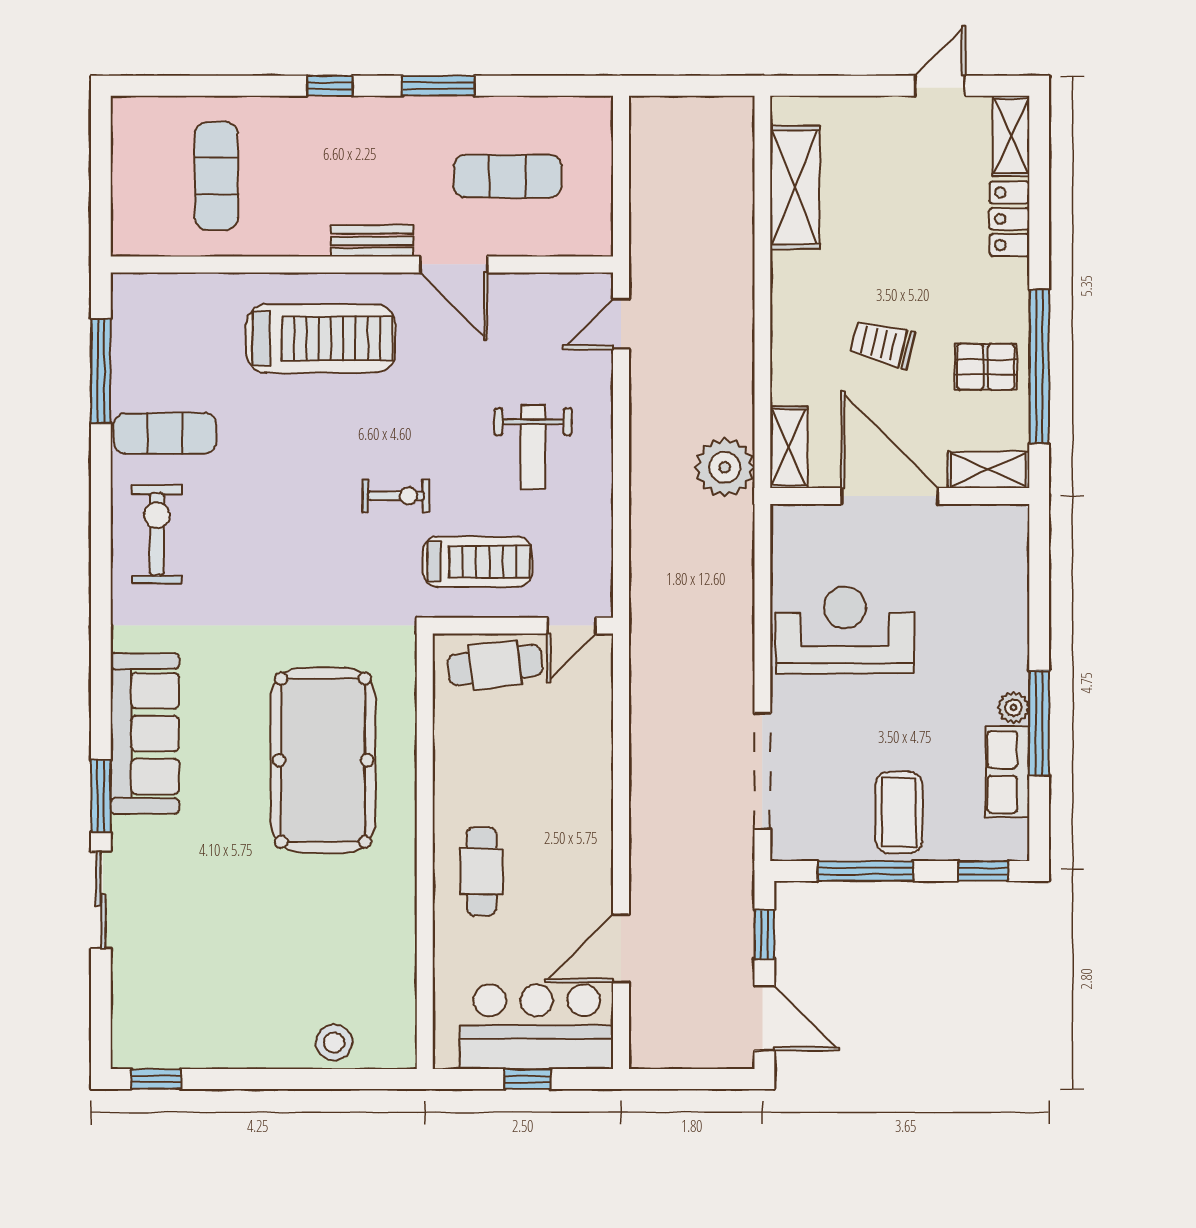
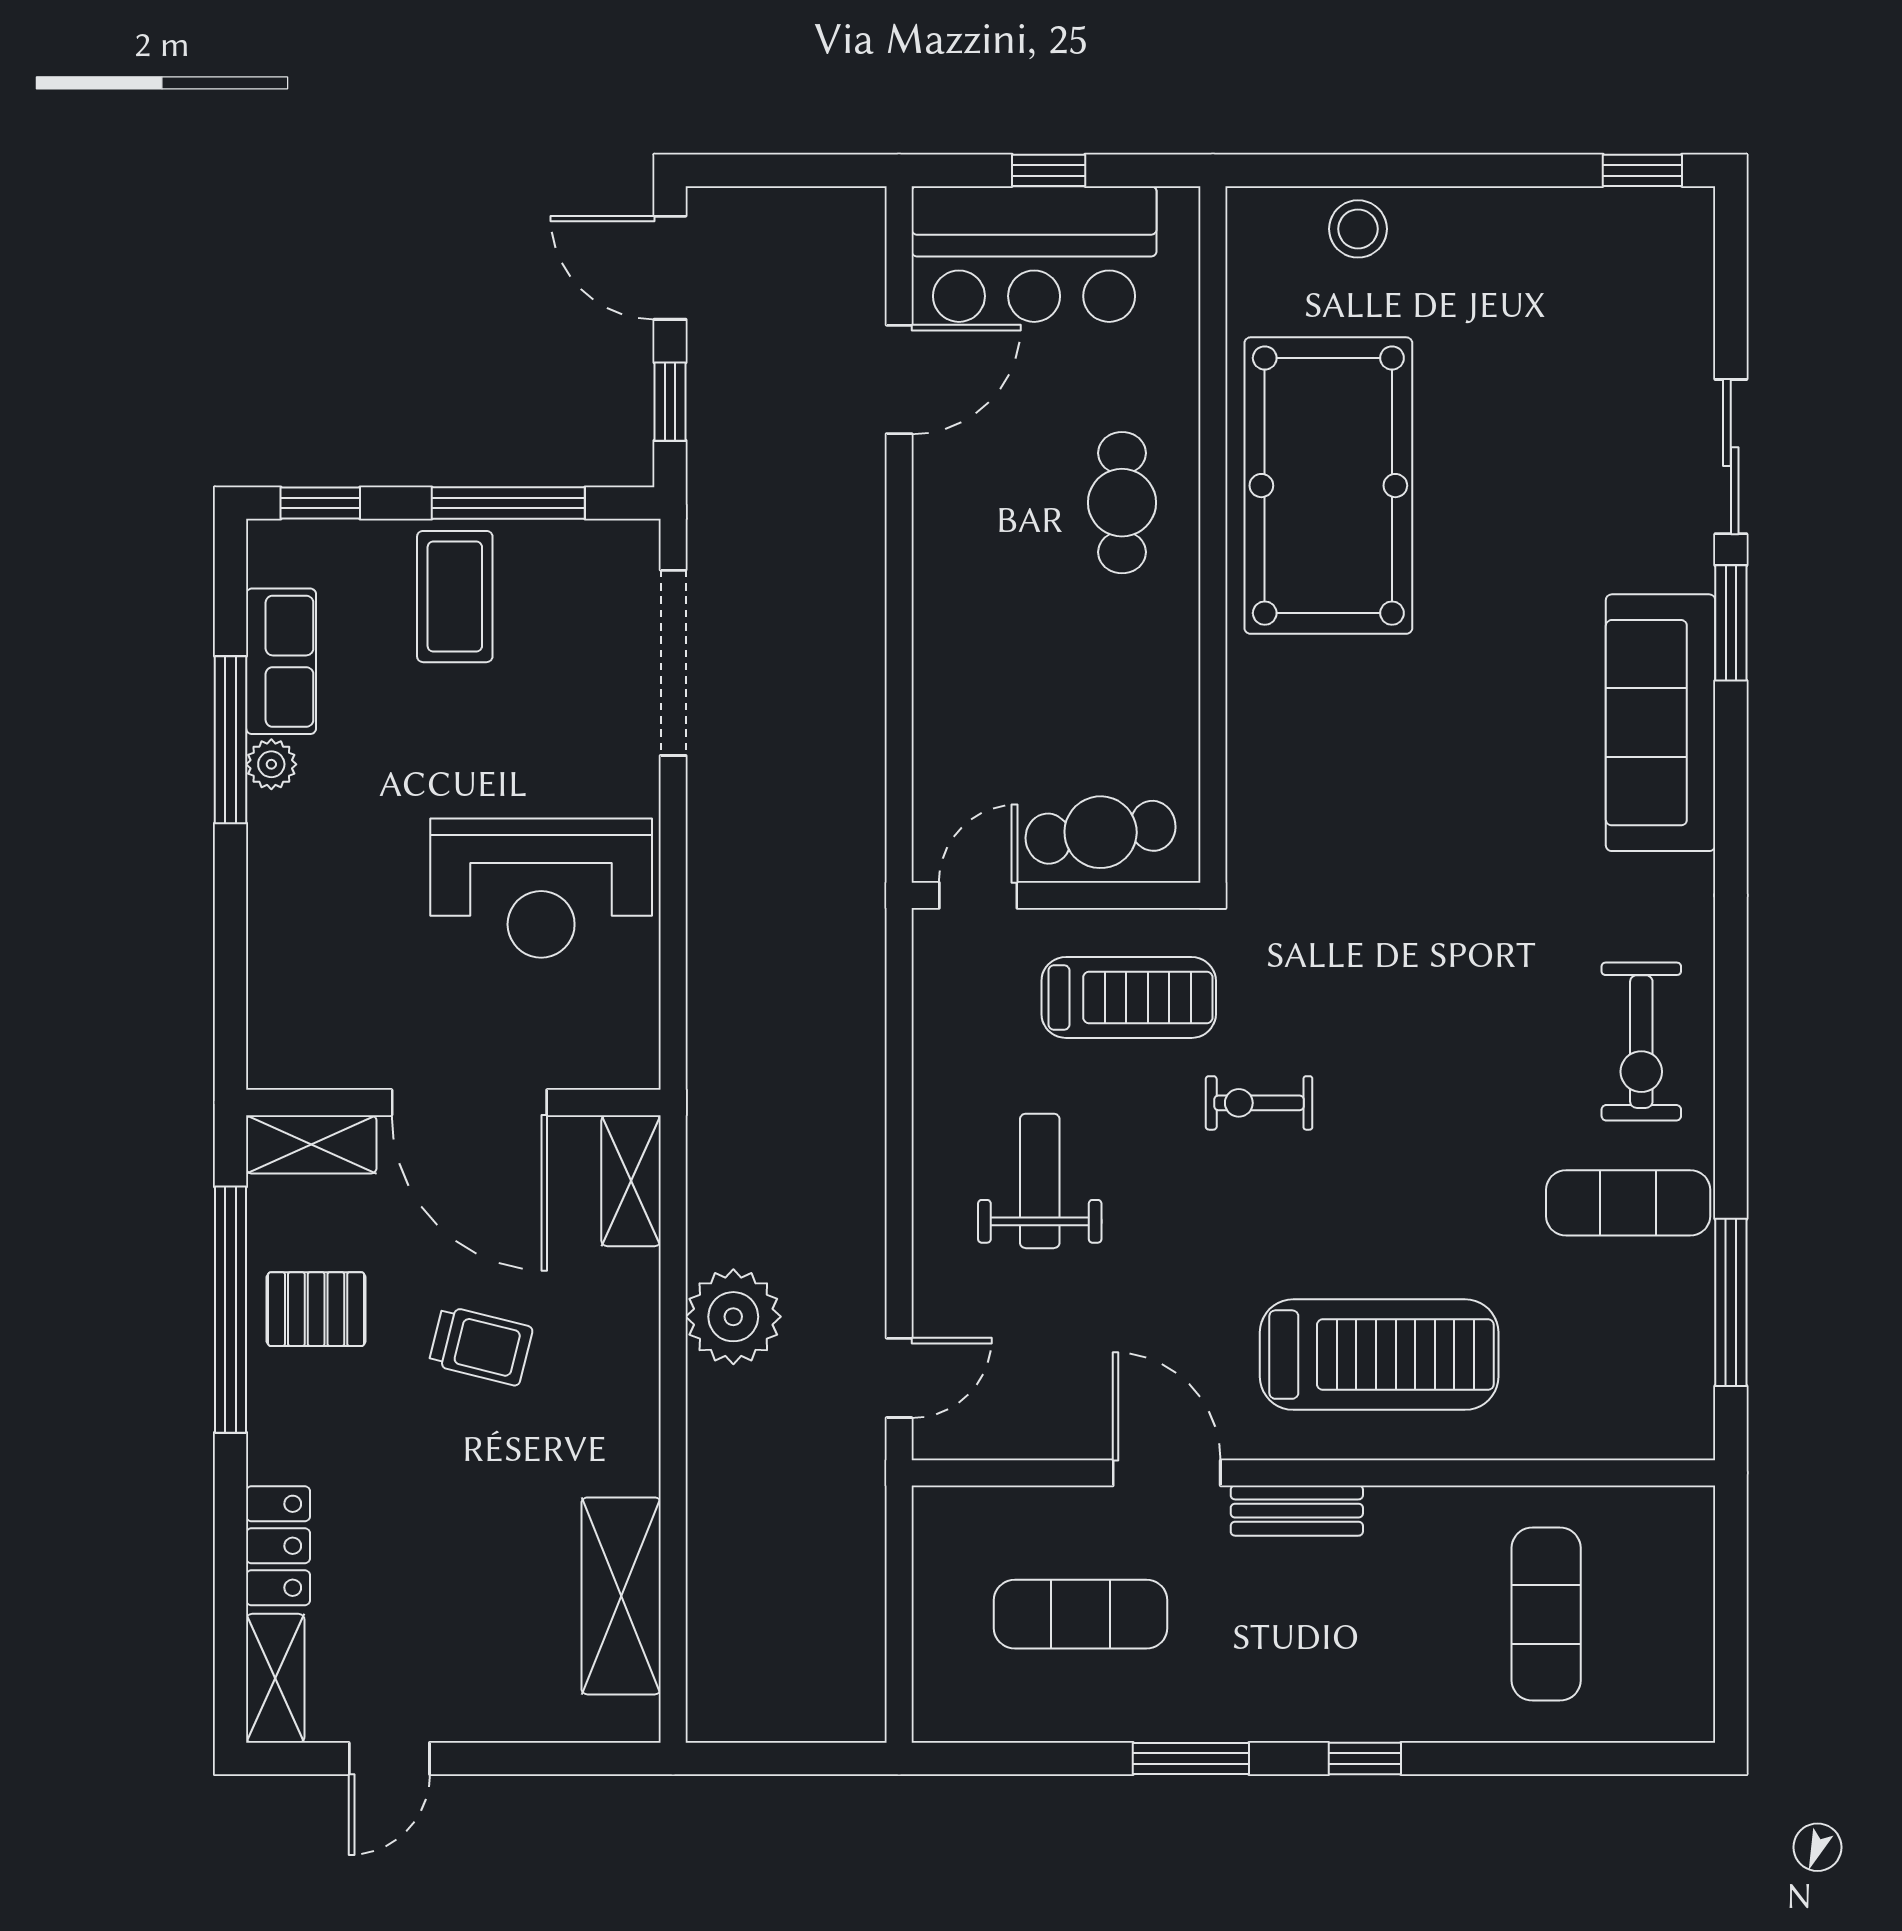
treadmill: (321, 338) -> (1379, 1355), turned 180
plant: (725, 467) -> (733, 1317), moved
treadmill: (477, 562) -> (1129, 997), turned 180
pool table: (323, 760) -> (1328, 486), moved

